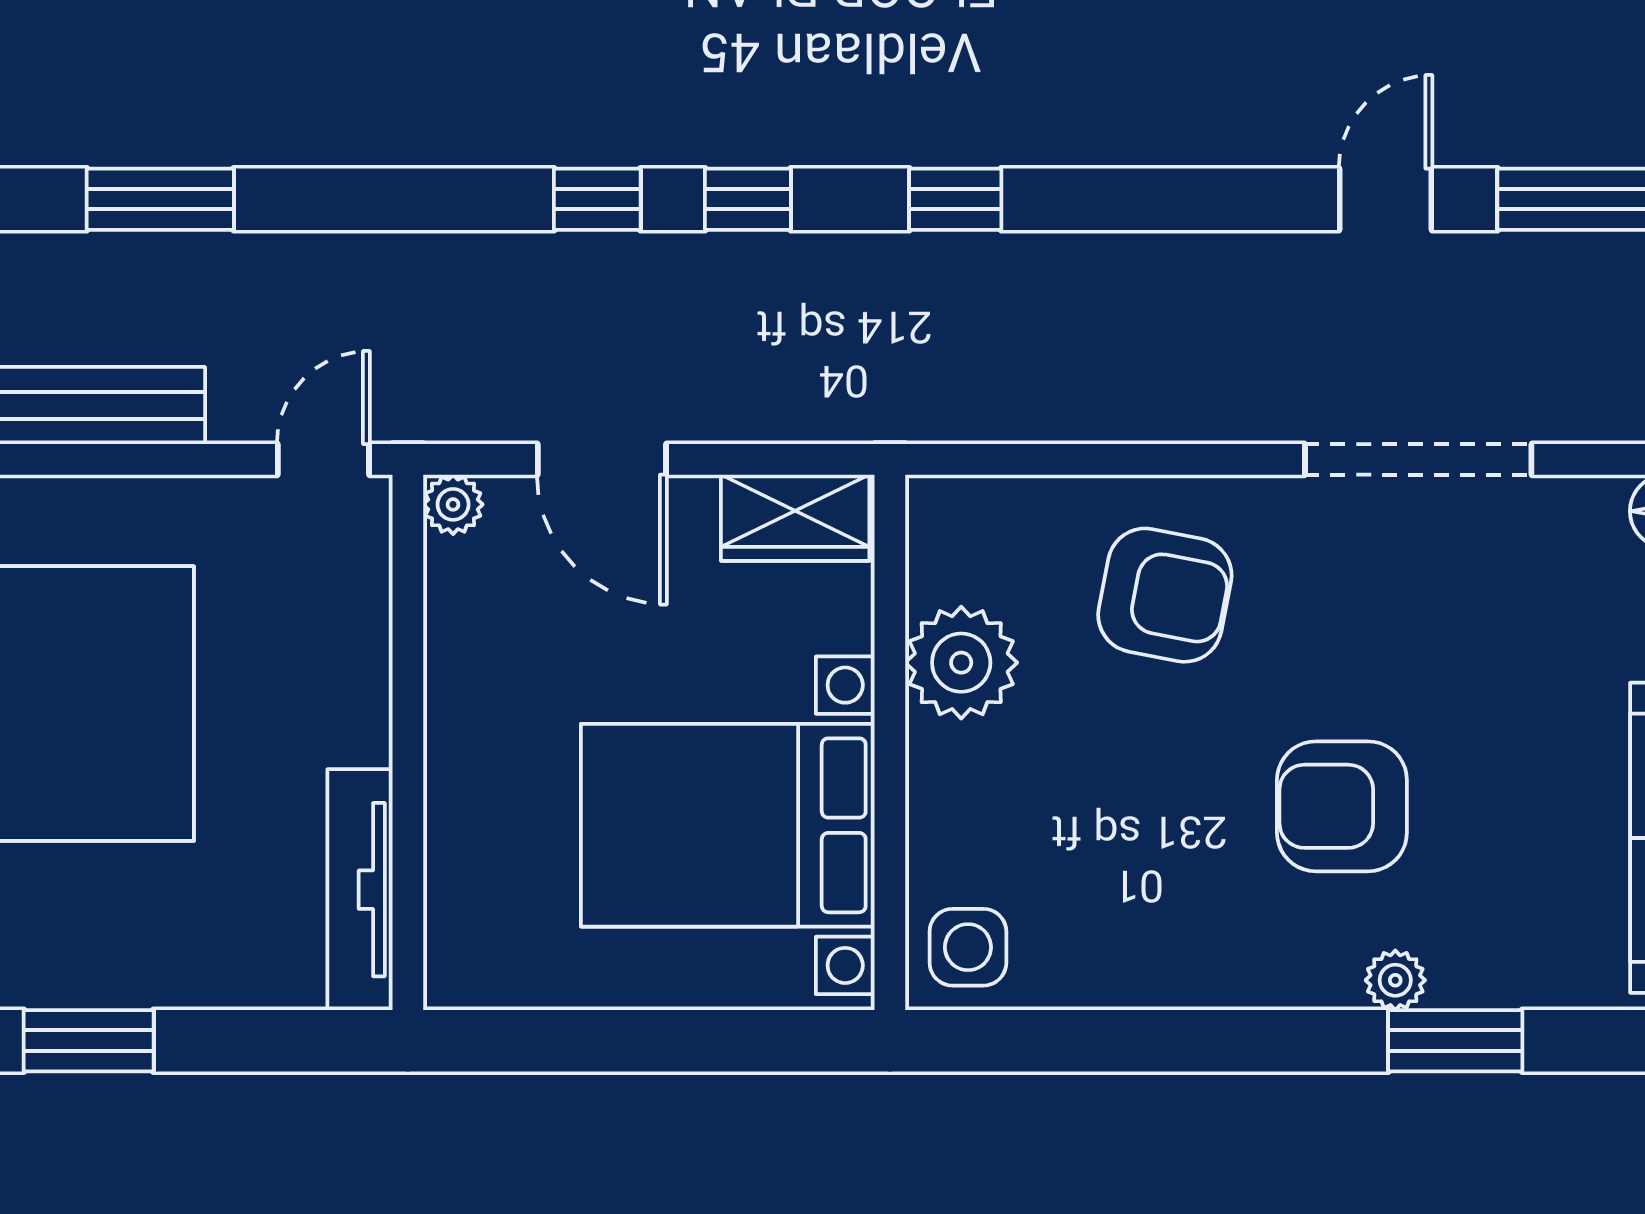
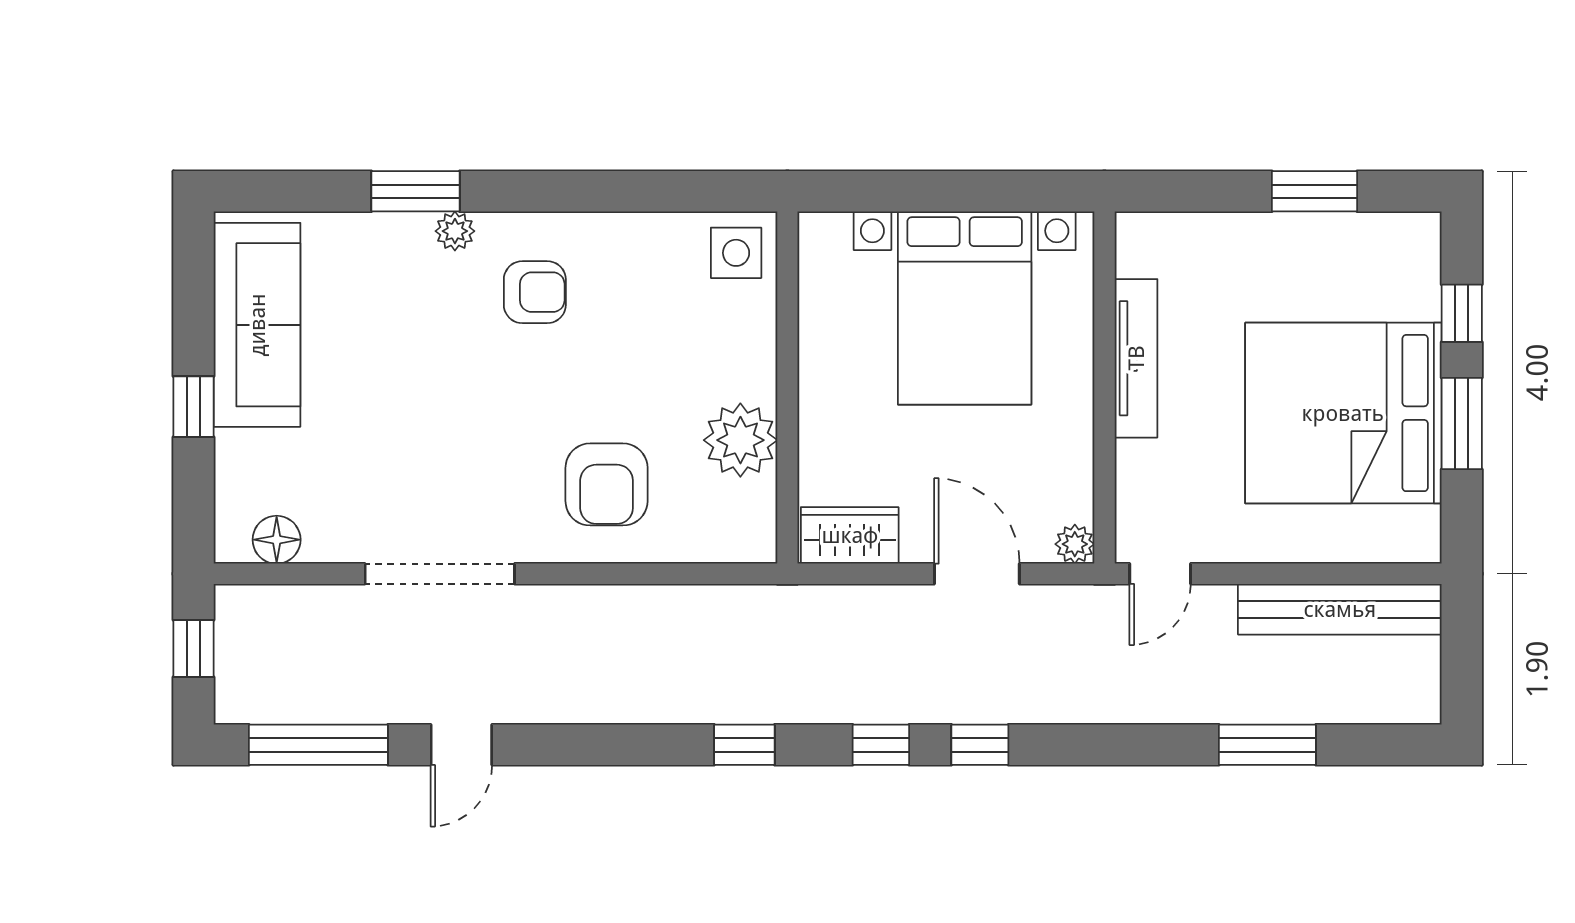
armchair: (1165, 595) -> (607, 484), turned -101
armchair: (1342, 806) -> (535, 292), moved, width x0.72, depth x0.72
bed with nightstands: (728, 825) -> (965, 308), moved, turned 90
tv unit: (360, 890) -> (1136, 358), moved

